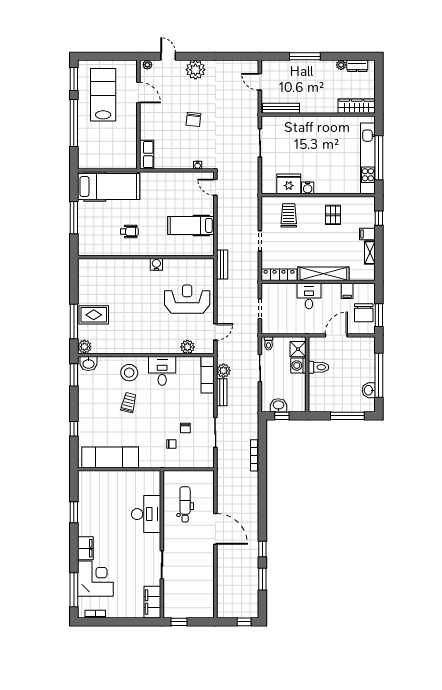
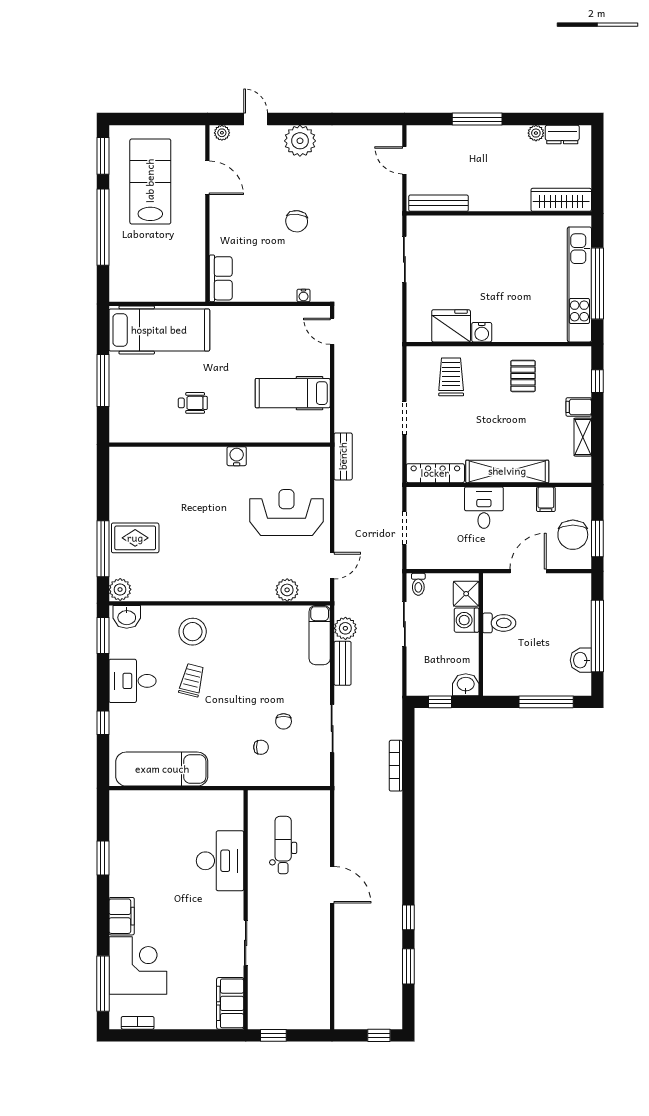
desk: (162, 371) -> (133, 681), moved, turned -90
washbasin: (278, 405) -> (466, 685), moved
door: (215, 529) -> (332, 885), width x0.73

